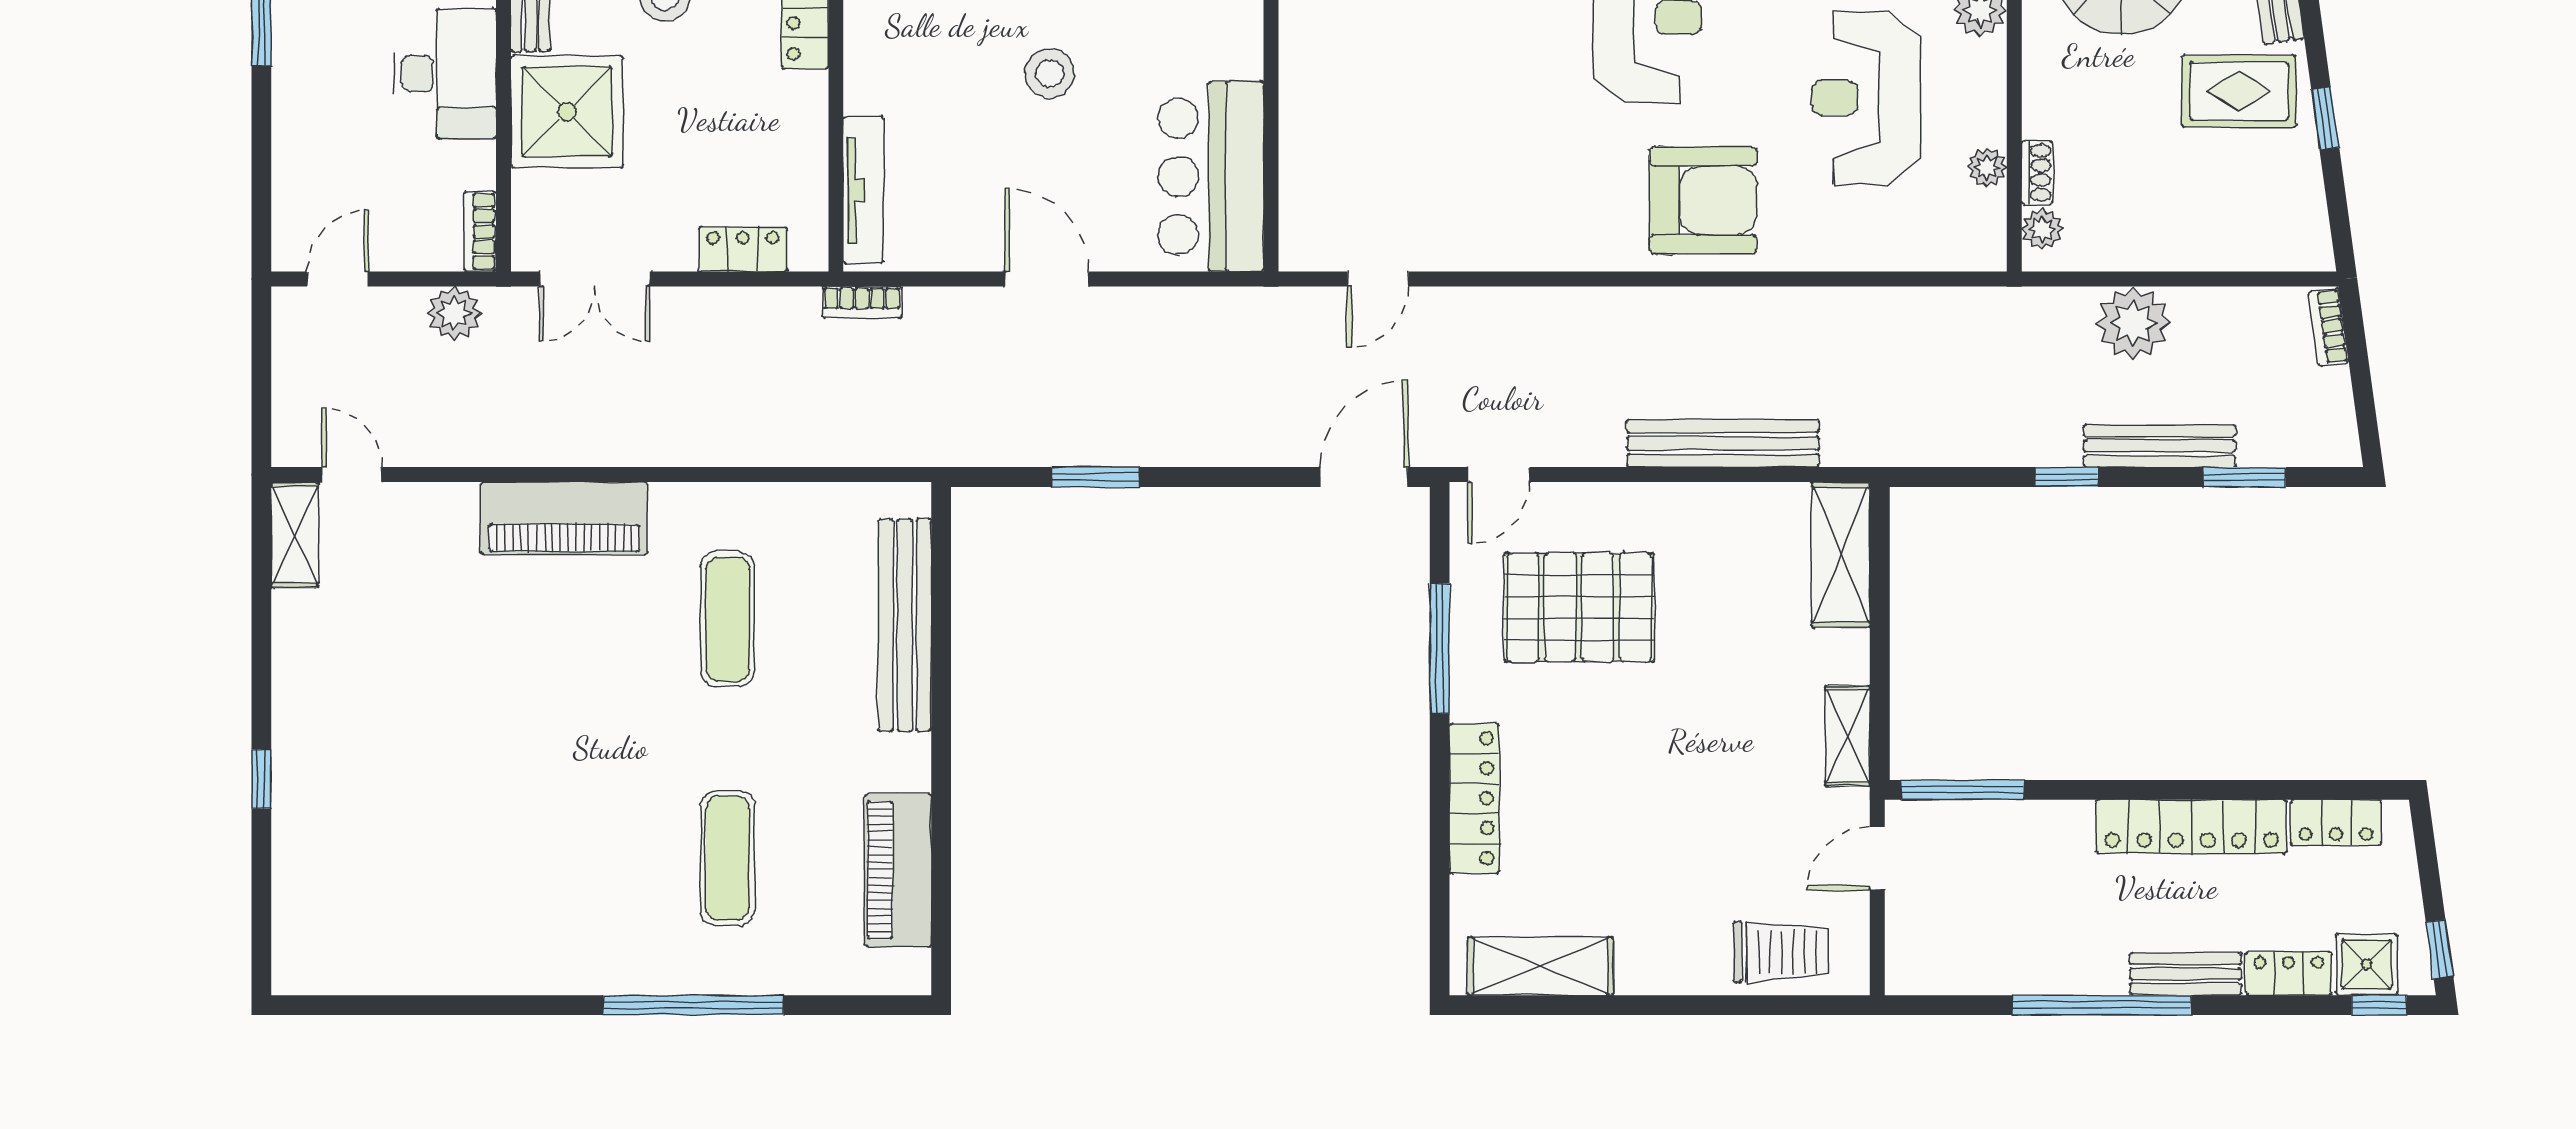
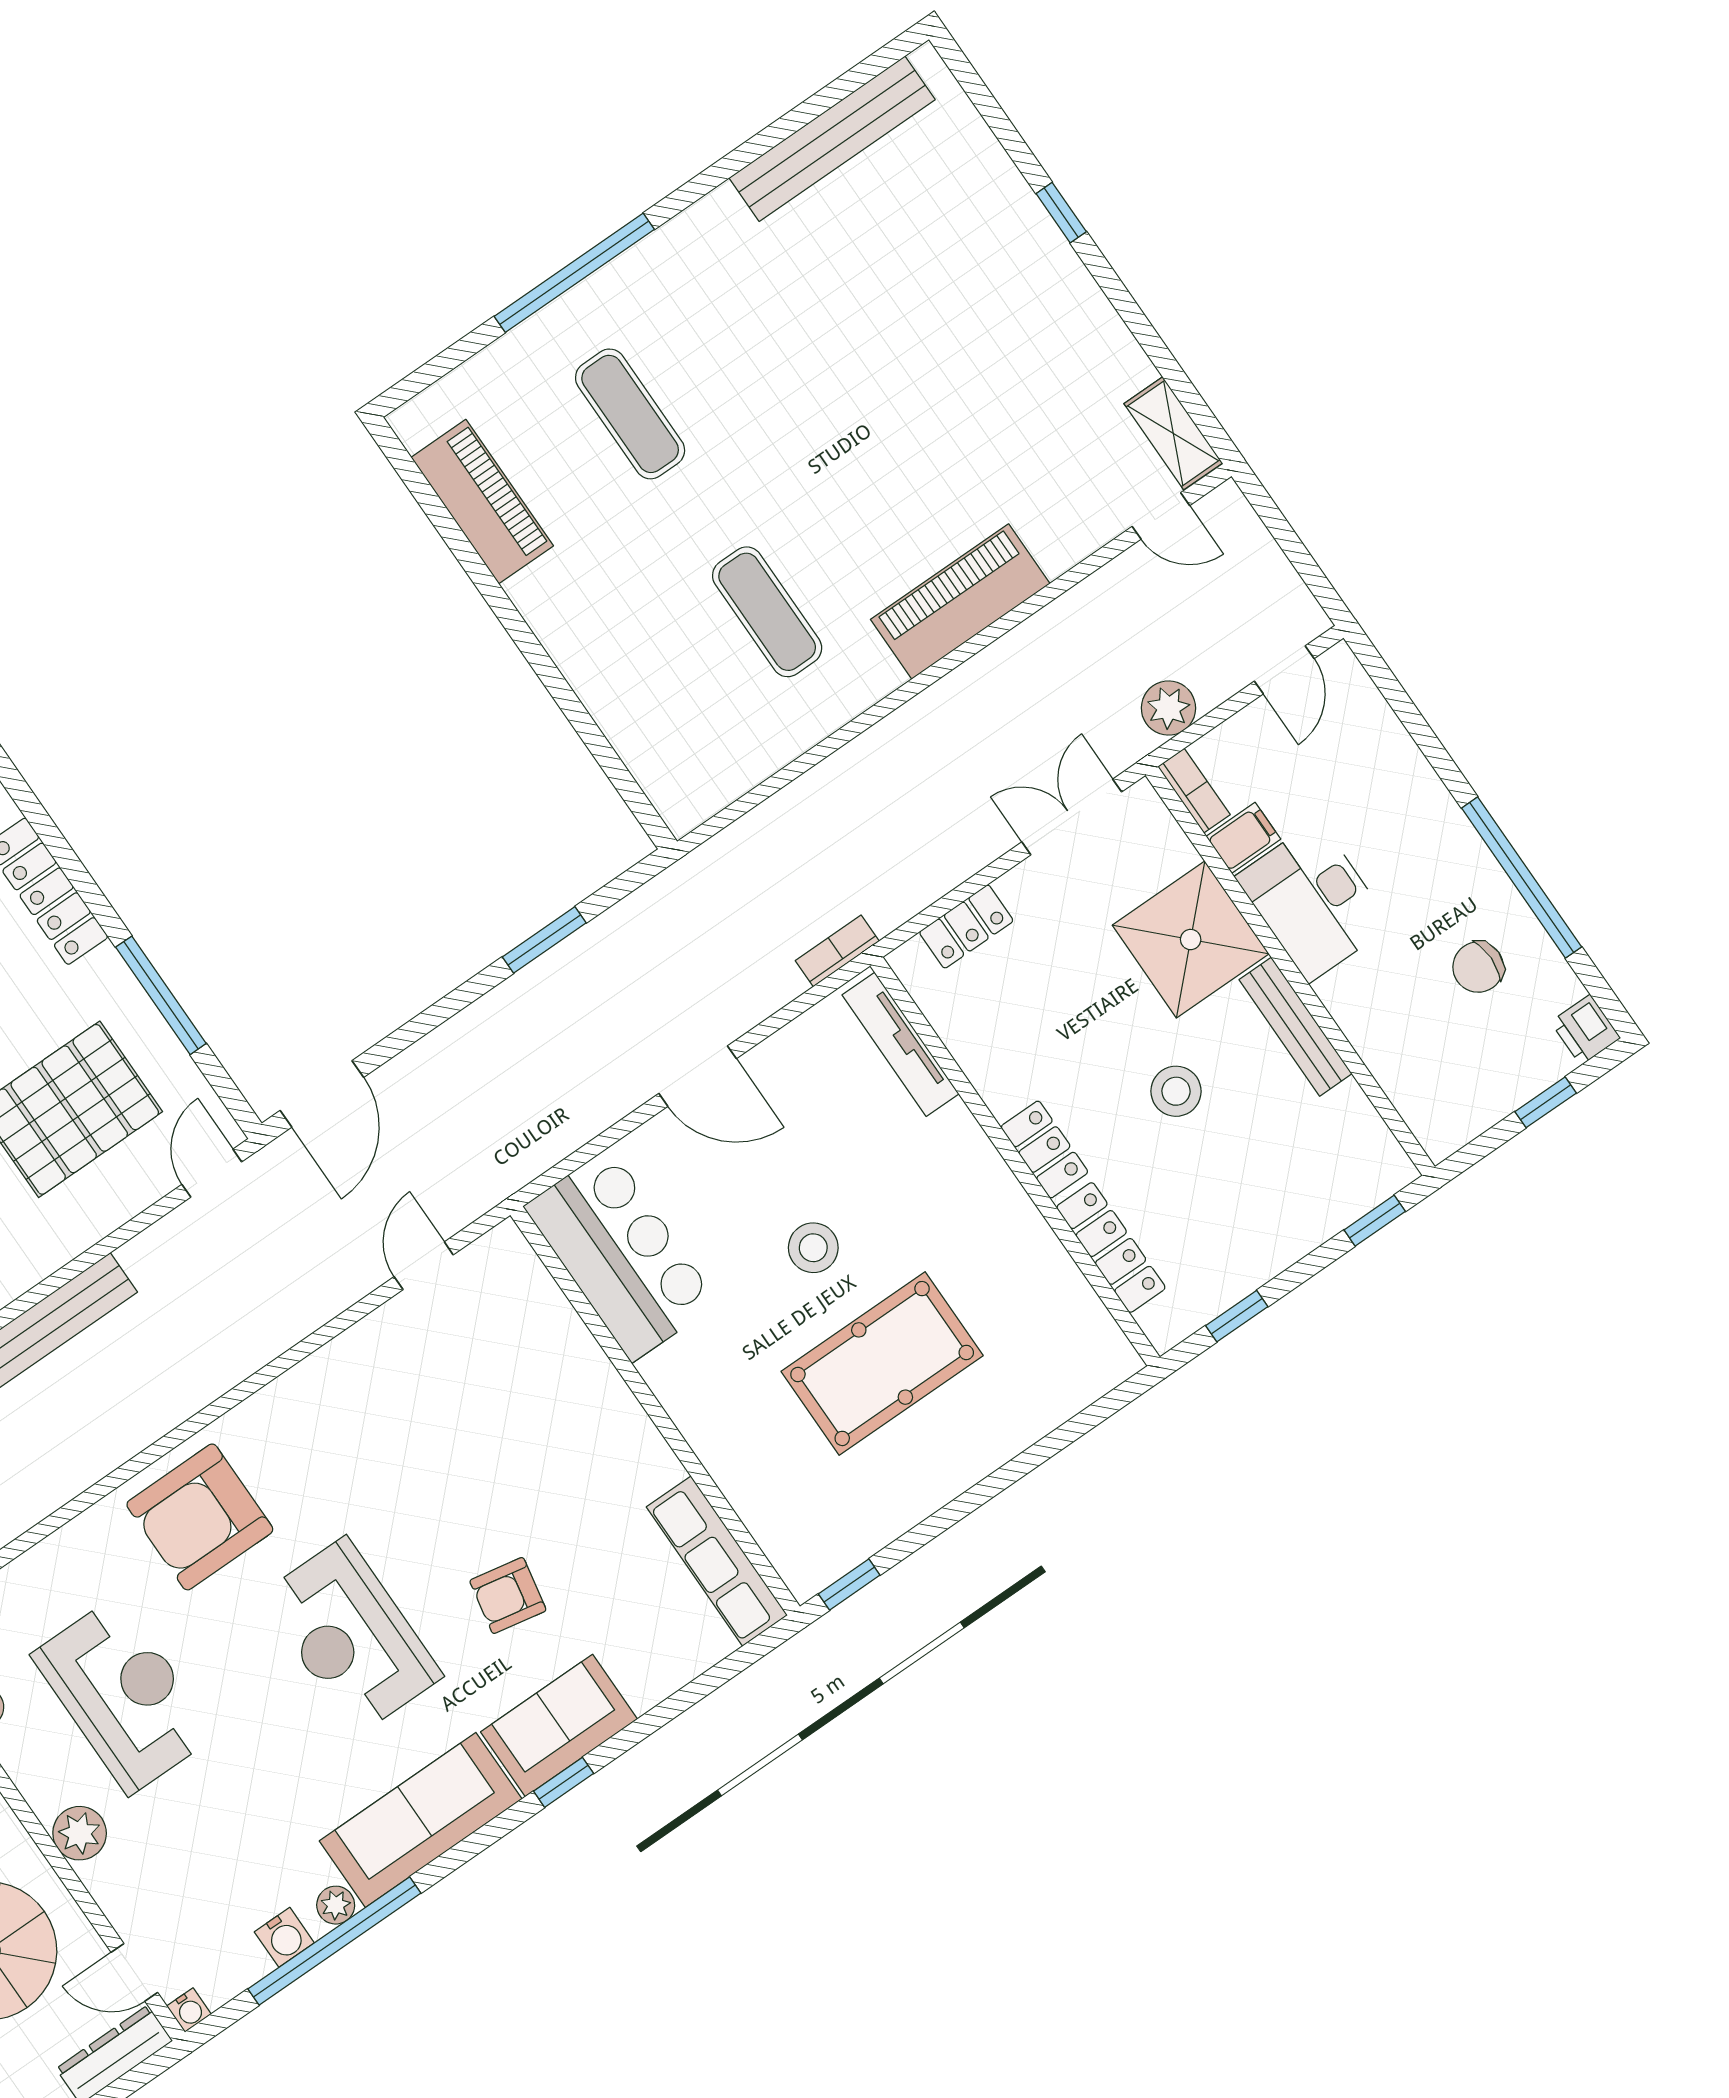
filing cabinet: (466, 165) -> (1243, 838), added
bench: (905, 625) -> (832, 139), moved, turned 90

